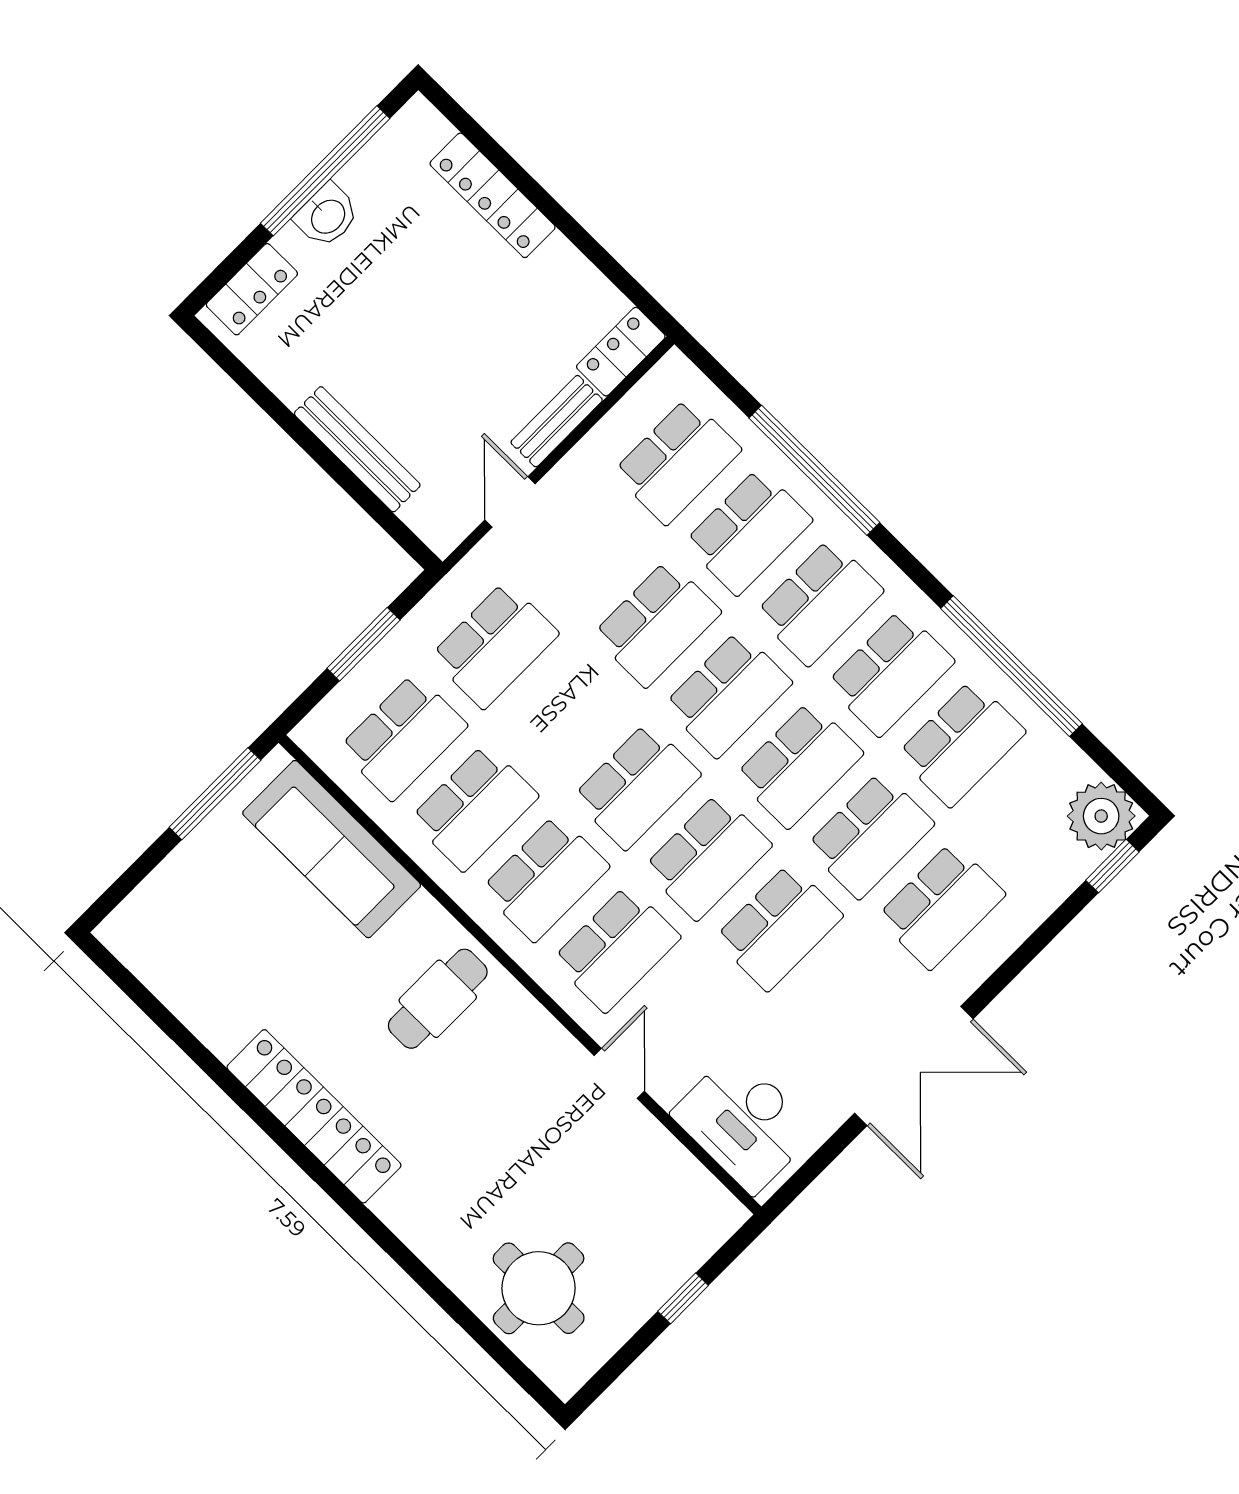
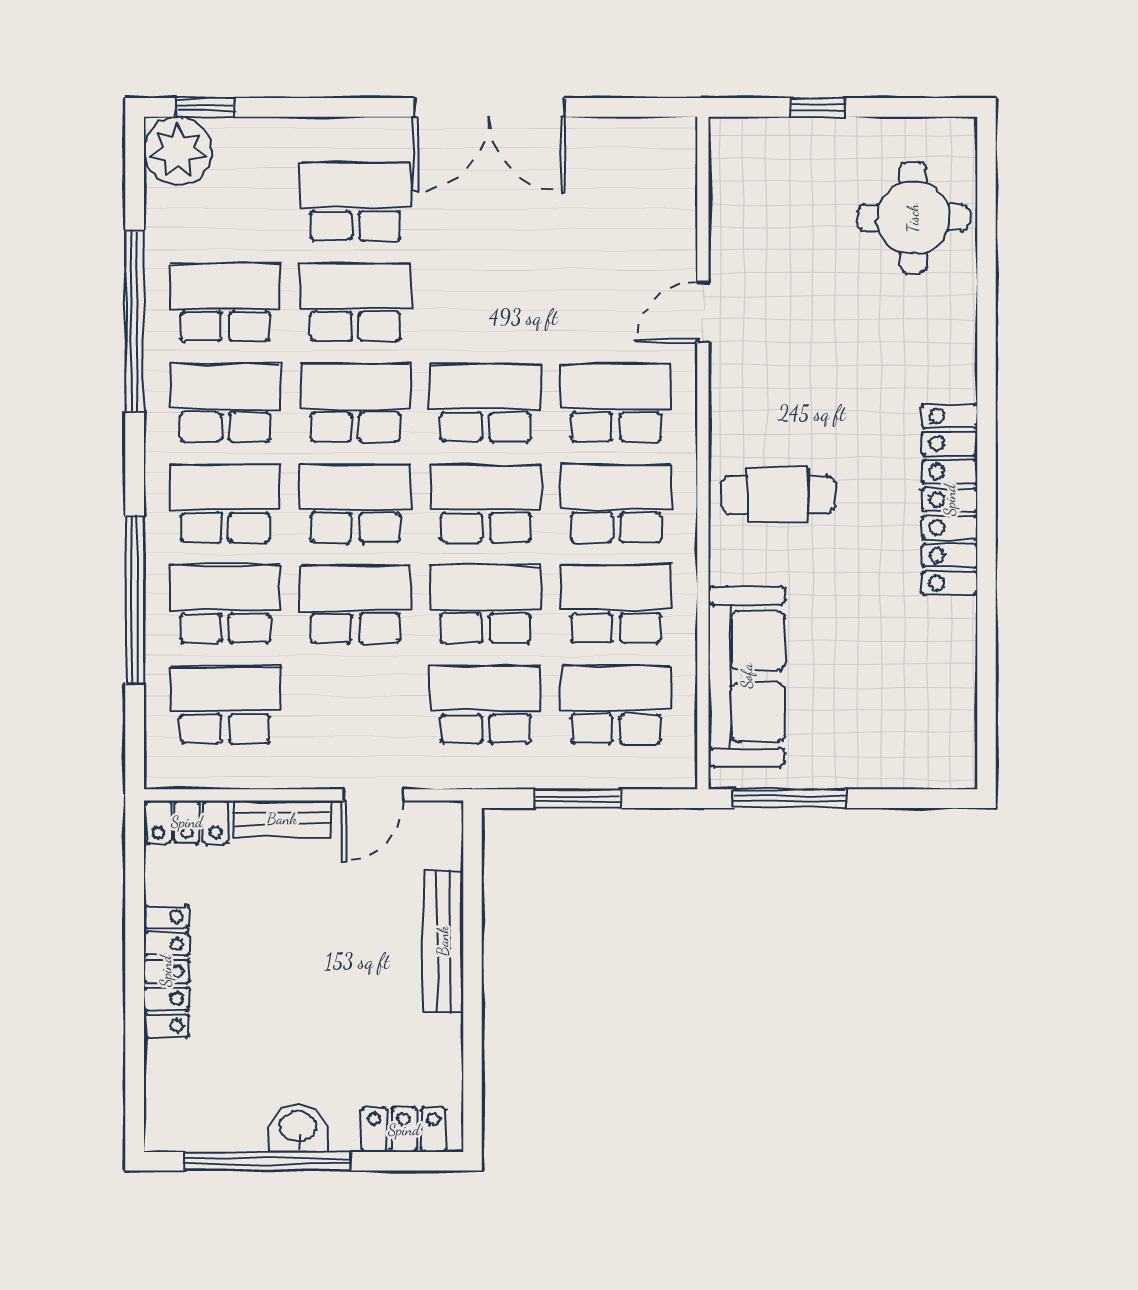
locker: (493, 195) -> (166, 971), moved
school desk: (779, 927) -> (486, 604), moved
double door: (914, 1066) -> (489, 107), swing flipped
desk: (744, 1123) -> (650, 189), removed

